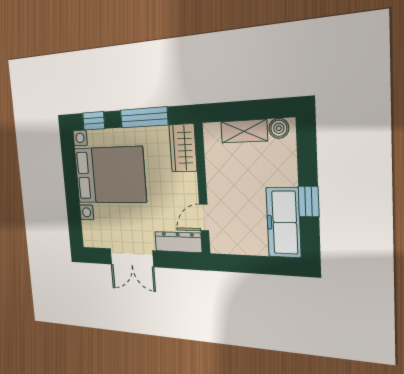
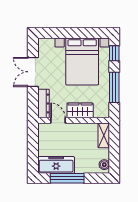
shelving: (244, 131) -> (104, 135), moved
wardrobe: (183, 148) -> (80, 110), moved
window: (309, 201) -> (67, 178), width x2.17

